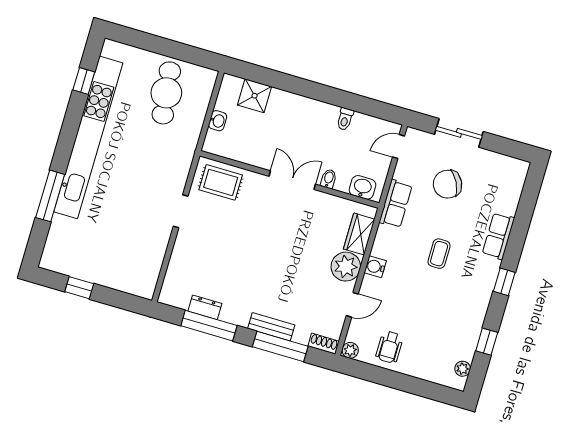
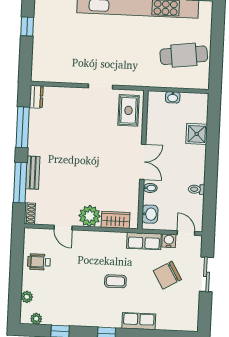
shower: (255, 96) -> (197, 134), moved
chair: (448, 184) -> (167, 275), turned -93
water cooler: (375, 267) -> (169, 241), moved
dresser: (205, 307) -> (36, 97), moved
plant: (350, 350) -> (27, 297), moved

